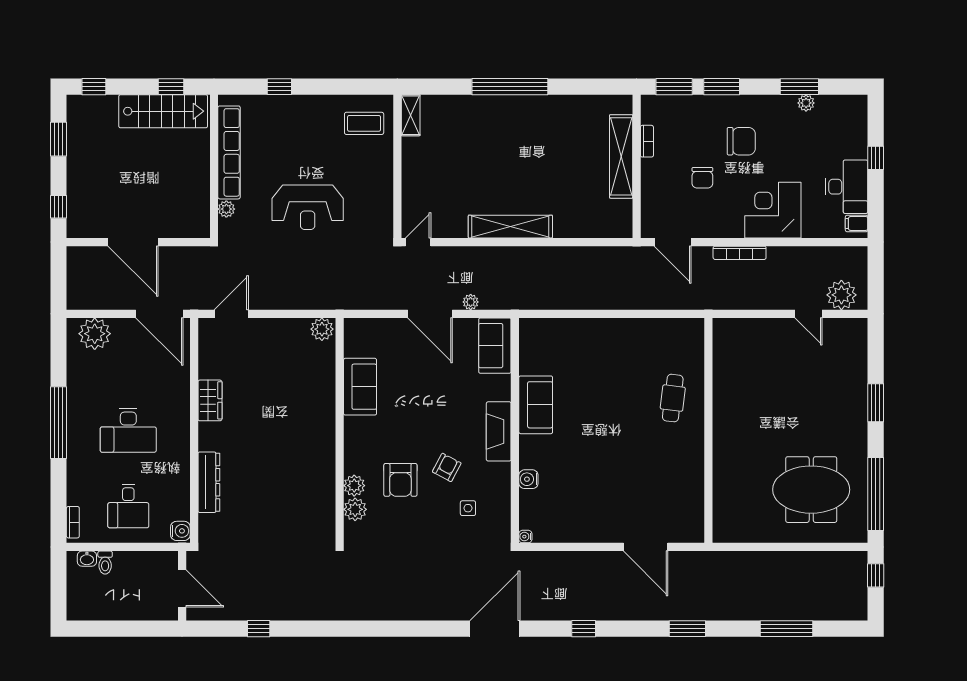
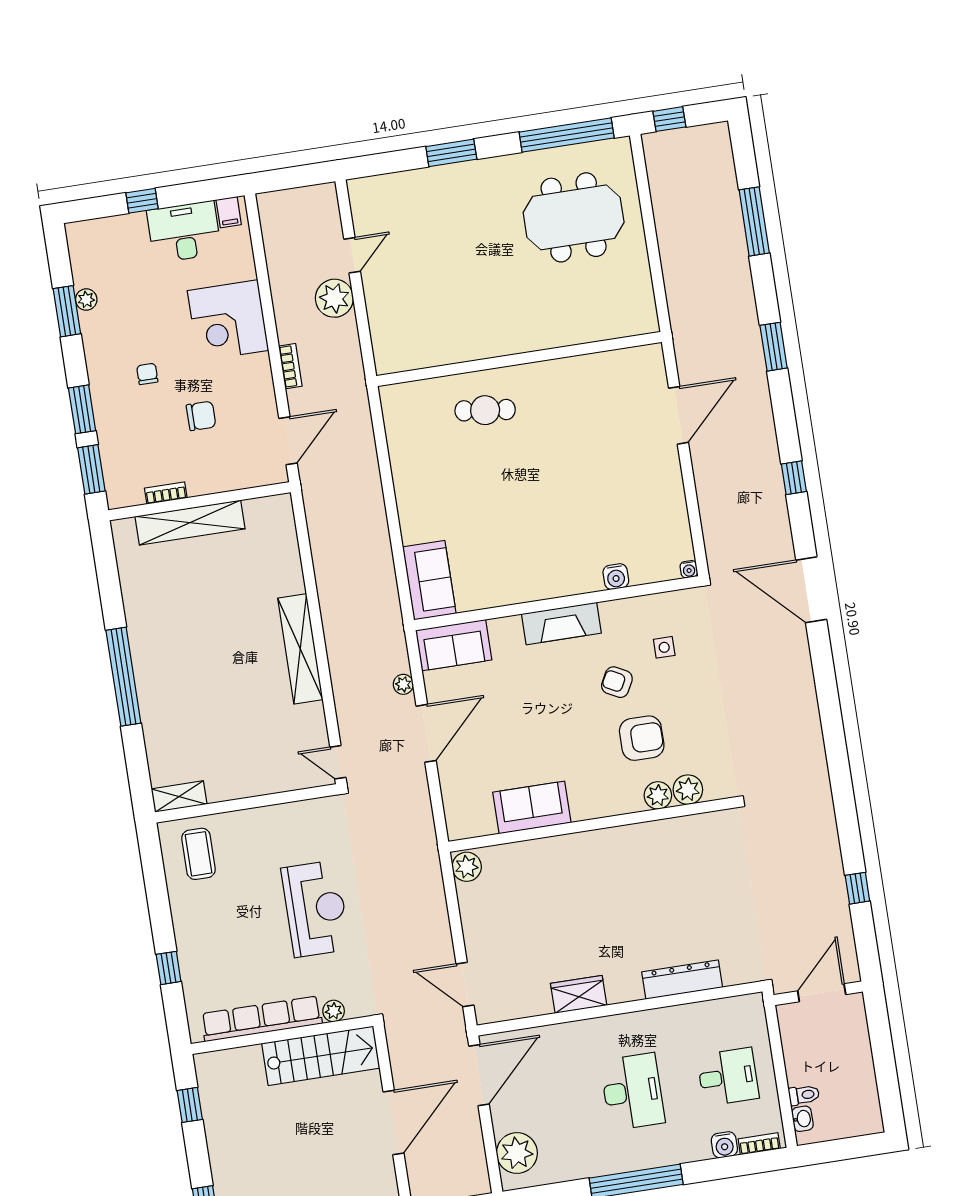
stairs: (163, 111) -> (321, 1056), moved, turned 90
chair: (741, 141) -> (147, 374), width x0.54, depth x0.54
bookcase: (740, 253) -> (290, 366), width x0.64
plant: (841, 295) -> (334, 298), moved
sofa: (536, 405) -> (429, 580), moved, turned 90
meeting table: (811, 490) -> (574, 217), turned 90
water cooler: (180, 531) -> (724, 1145), moved, turned 180

